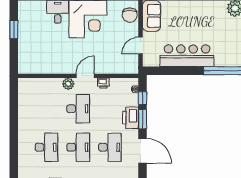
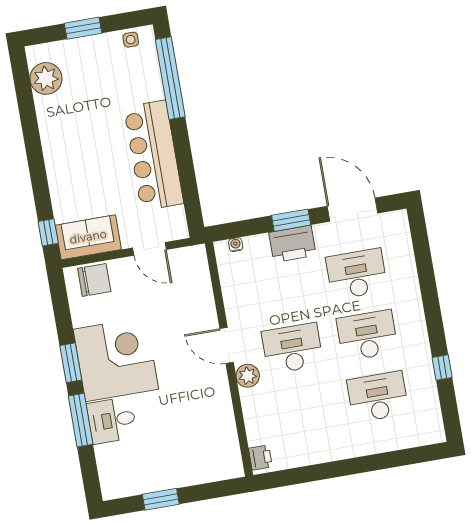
printer: (104, 83) -> (260, 458), moved
window: (143, 98) -> (251, 227), removed
door: (143, 151) -> (352, 210), hinge flipped

